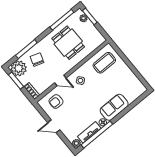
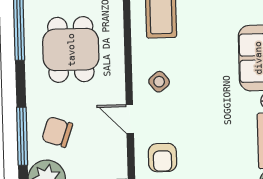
dining table: (68, 43) -> (71, 50), turned 90
door: (60, 80) -> (130, 119), swing flipped

